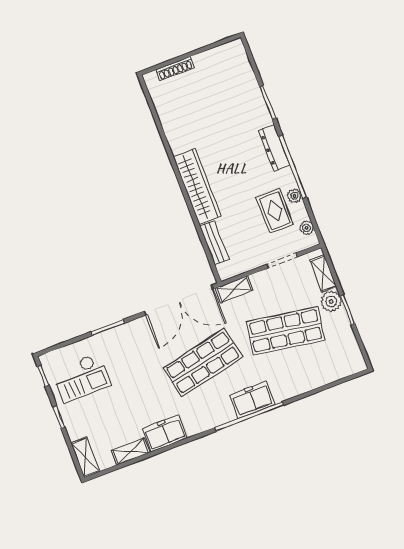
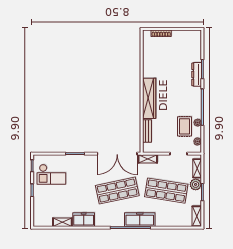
dresser: (274, 148) -> (197, 74), moved
freezer: (252, 400) -> (140, 220), width x1.40
shelving: (85, 457) -> (197, 216), moved

